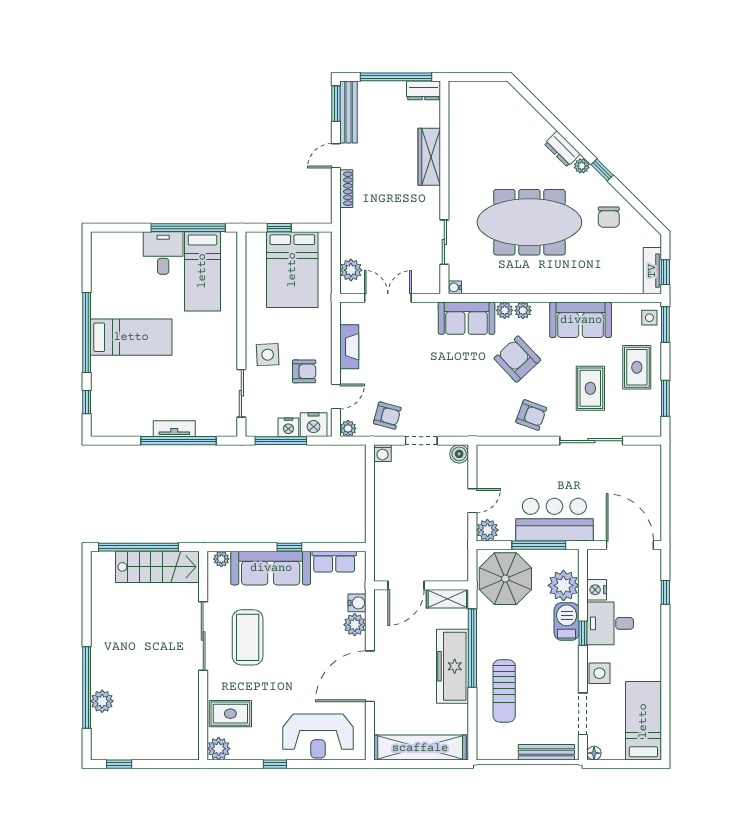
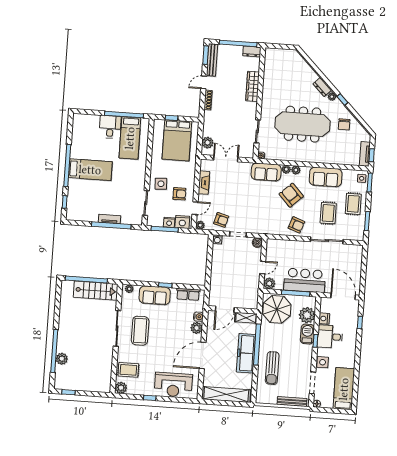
sofa: (271, 568) -> (155, 295), width x0.73

